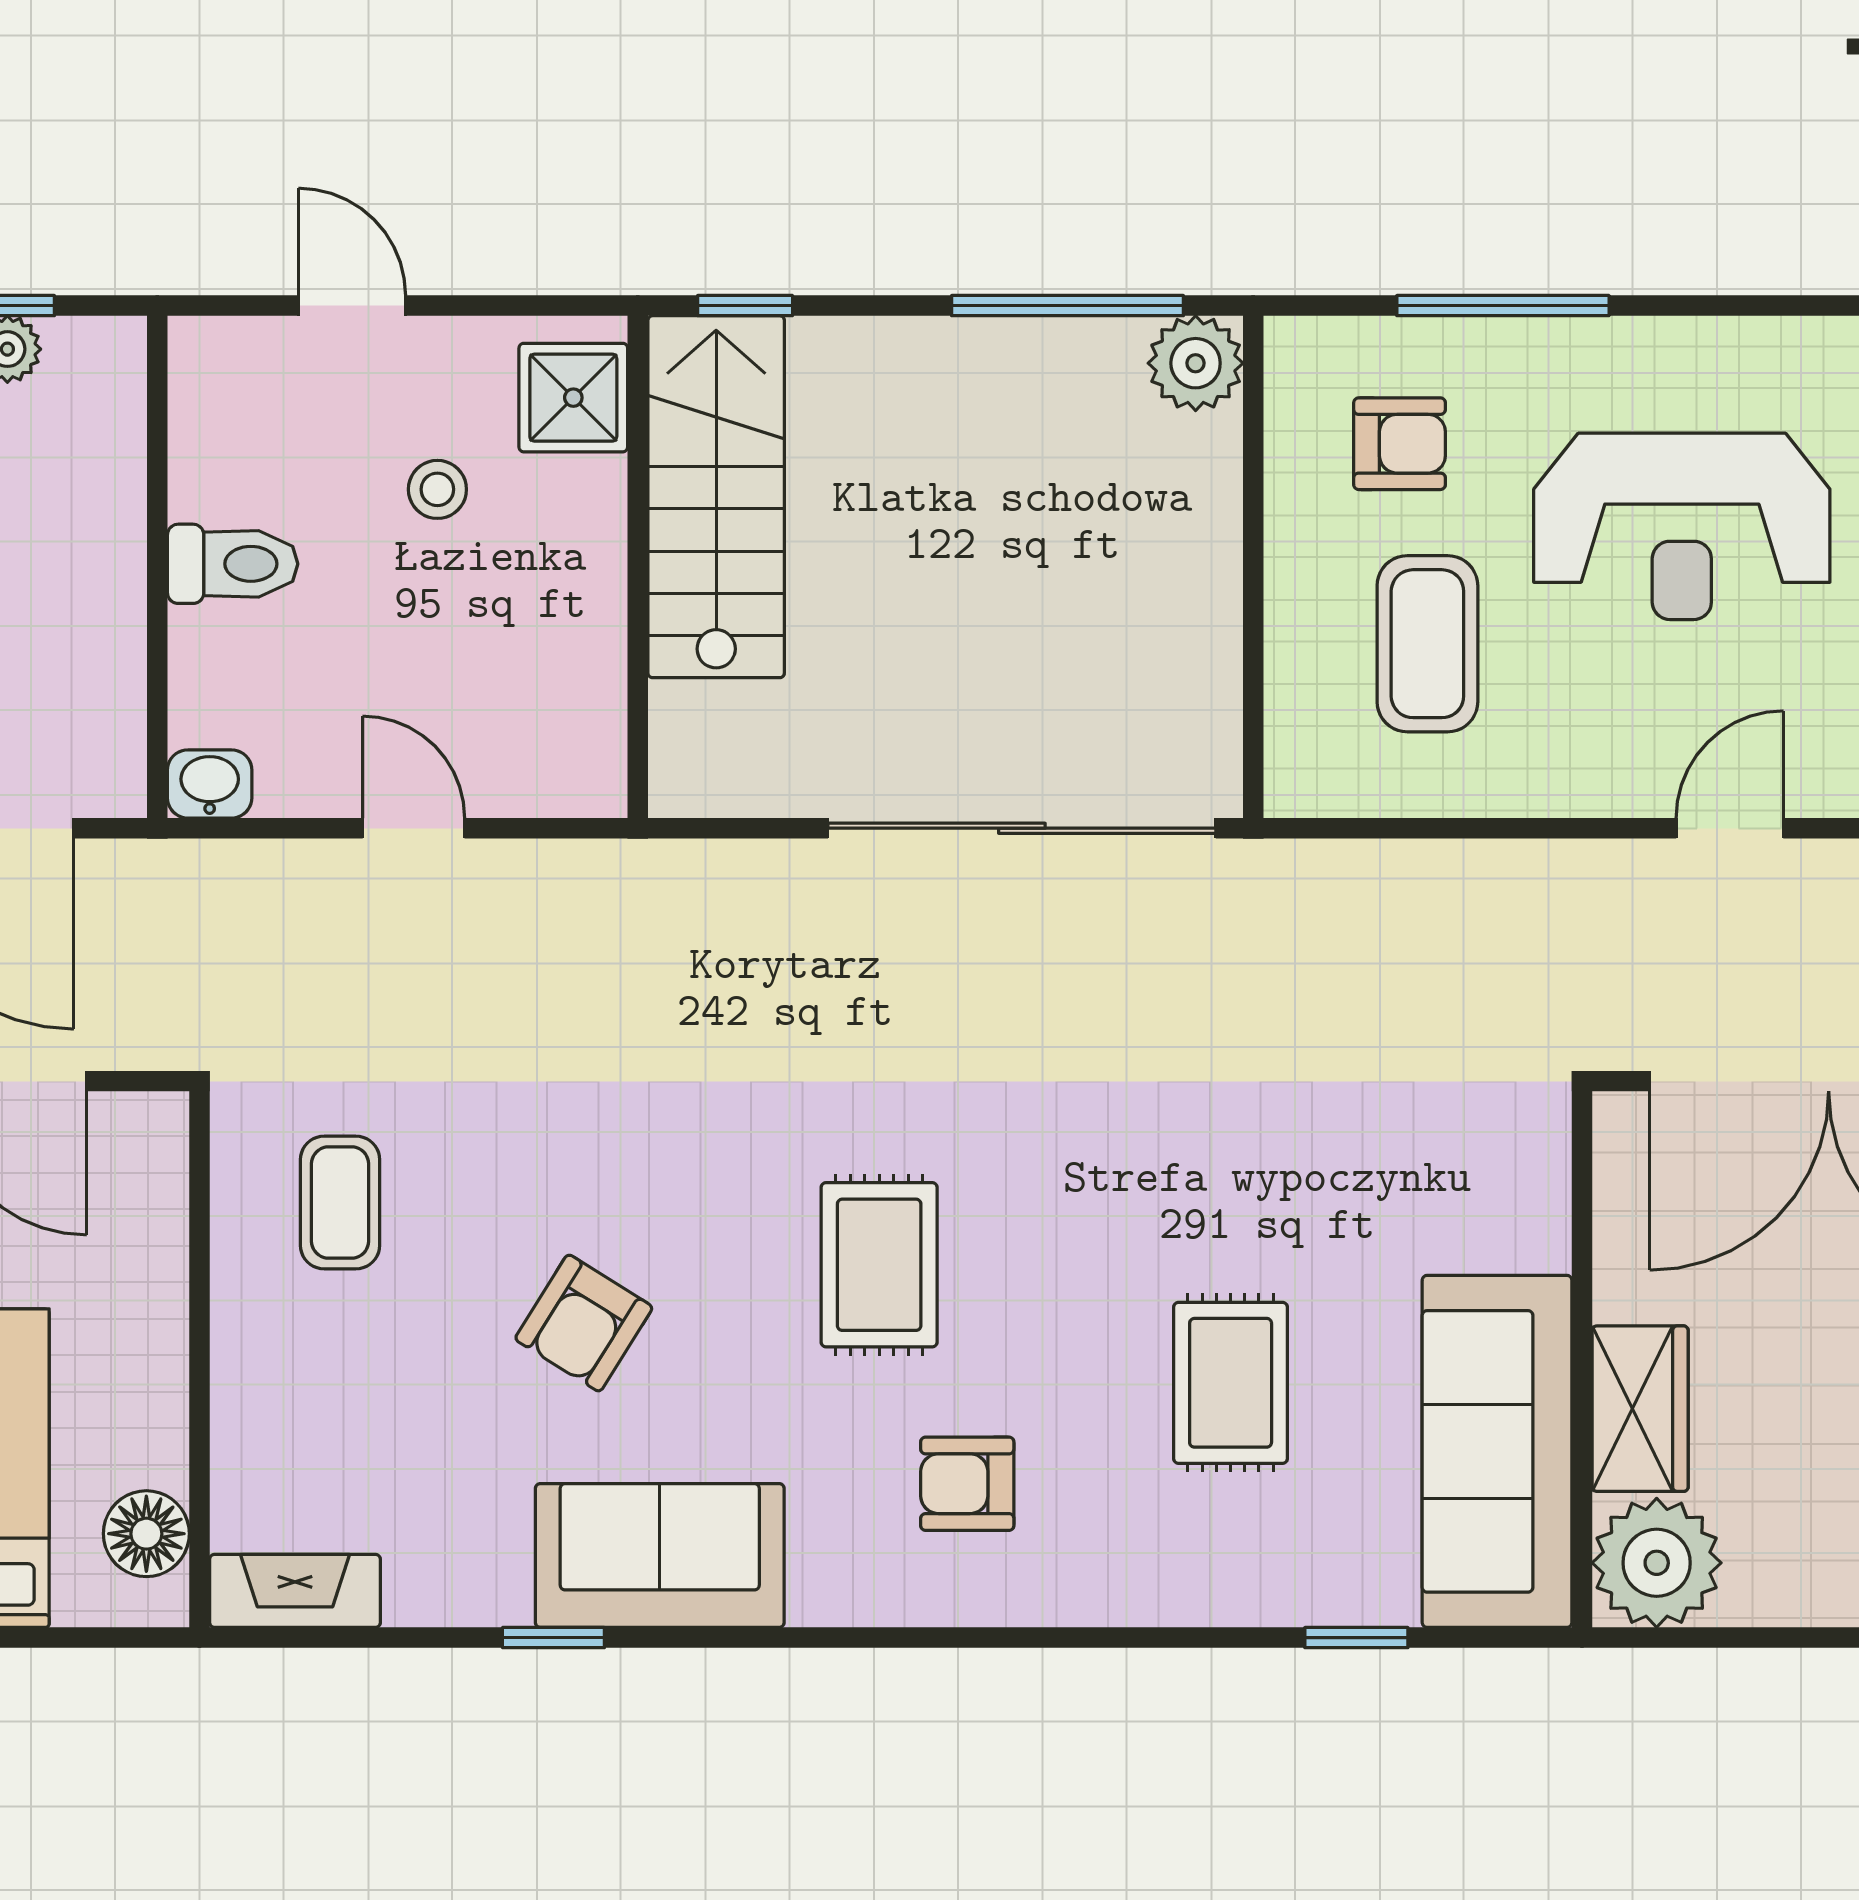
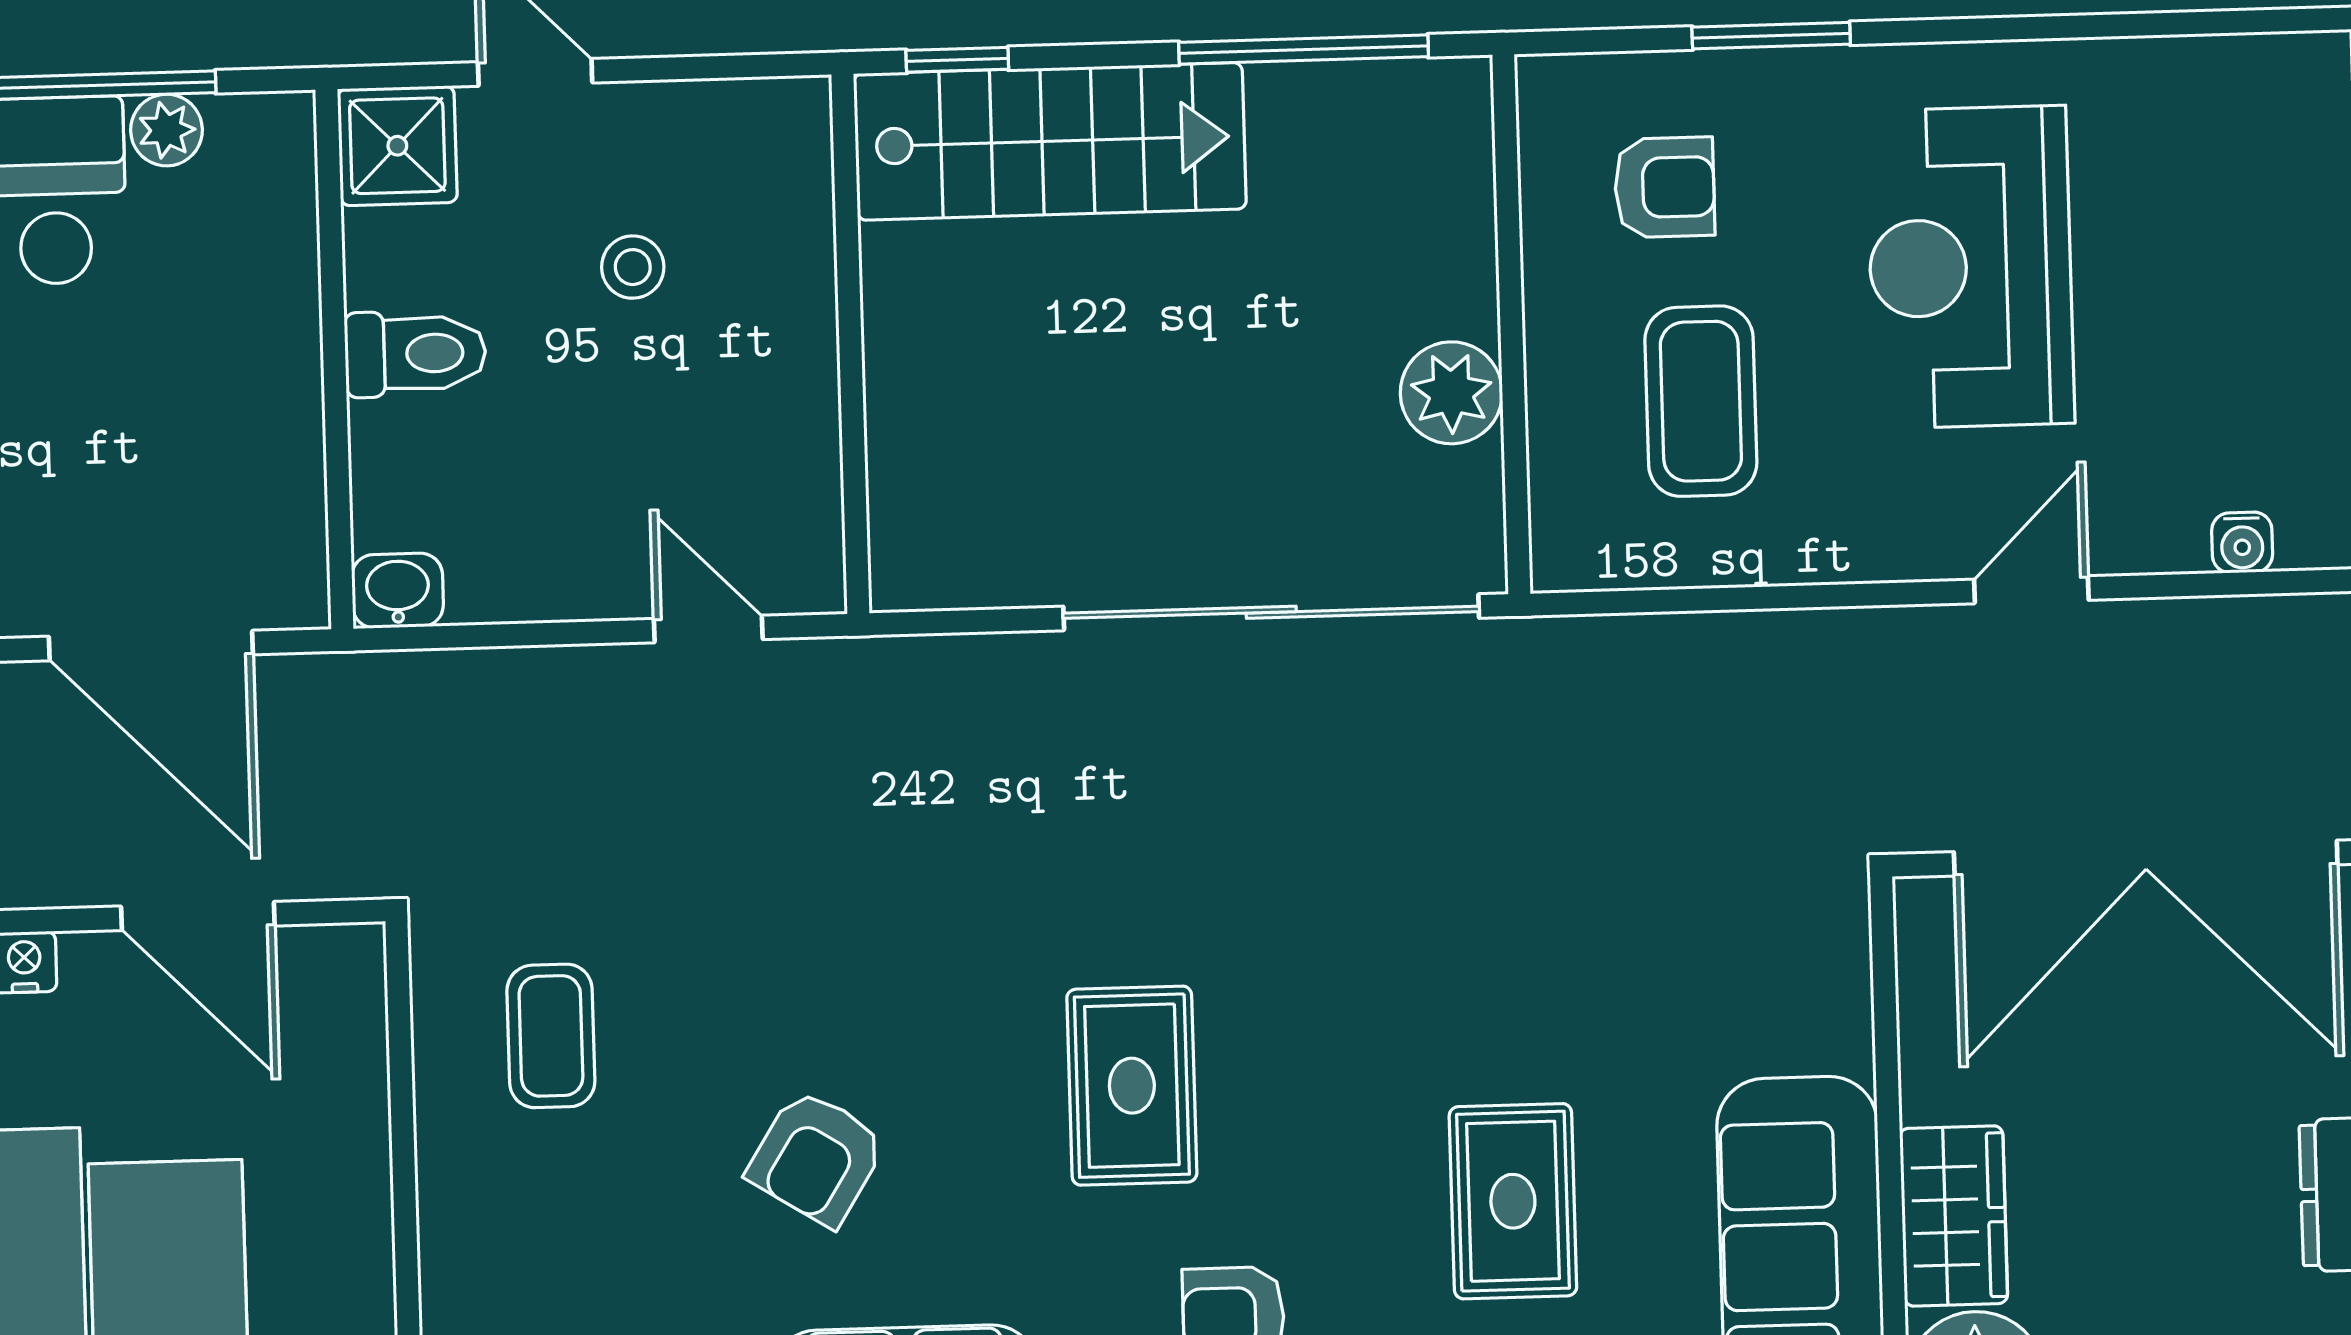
window: (1503, 306) -> (1771, 36), width x0.69
plant: (1196, 363) -> (1451, 393), moved
shower: (573, 398) -> (397, 146), moved
stairs: (716, 497) -> (1050, 141), moved, turned 90
reception desk: (1682, 526) -> (1970, 267), turned 90
door: (414, 828) -> (708, 629), moved

